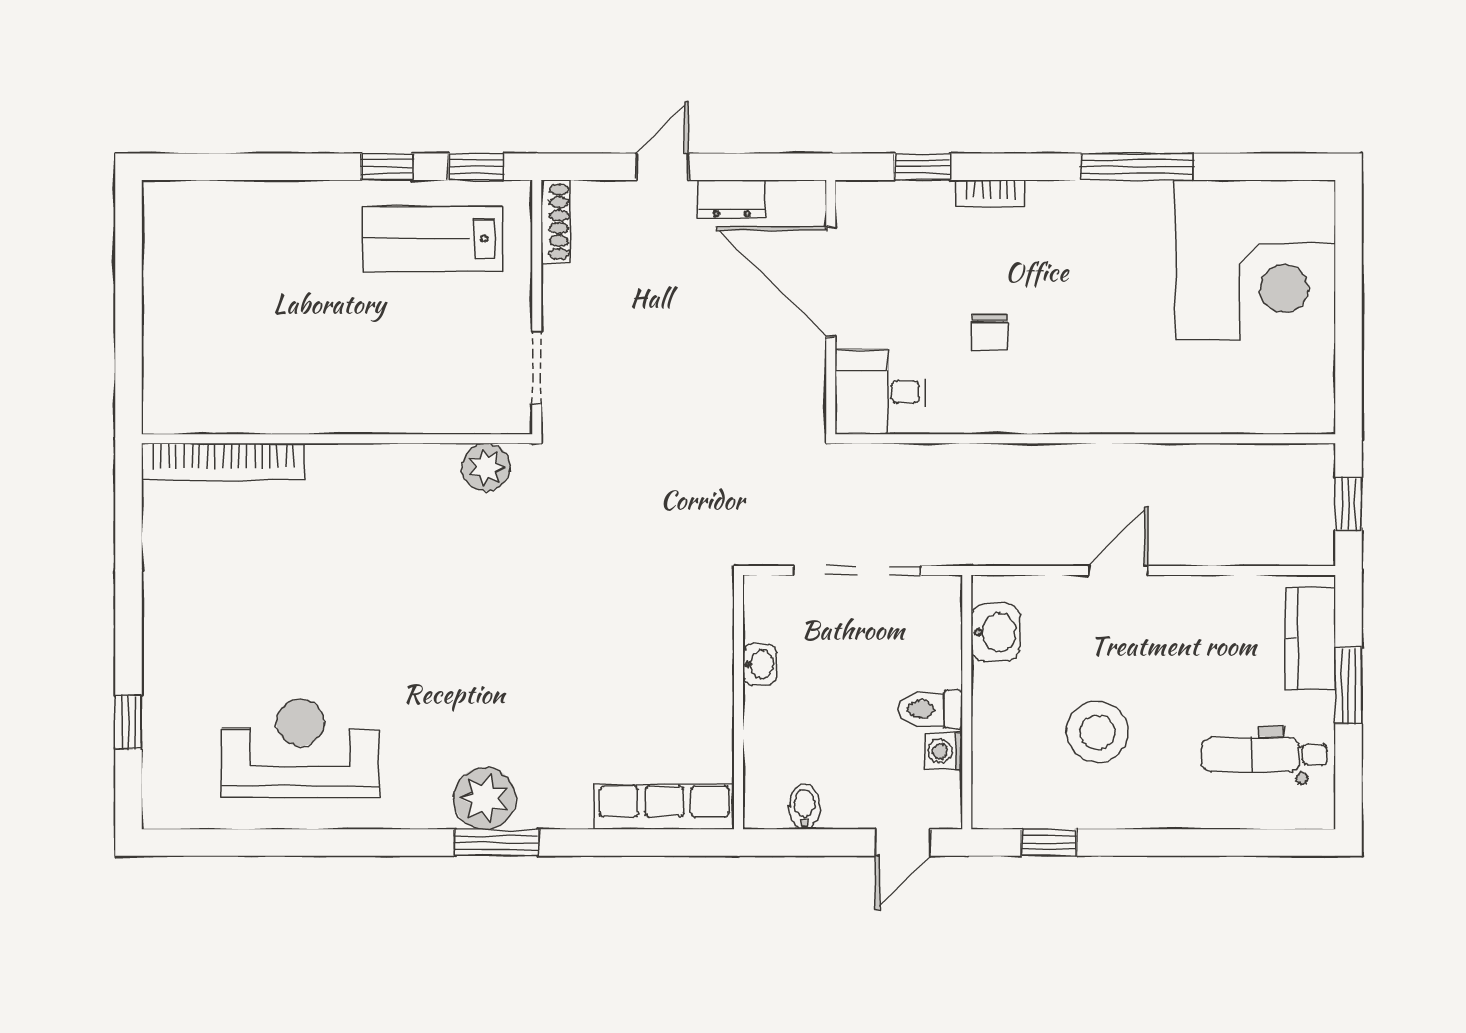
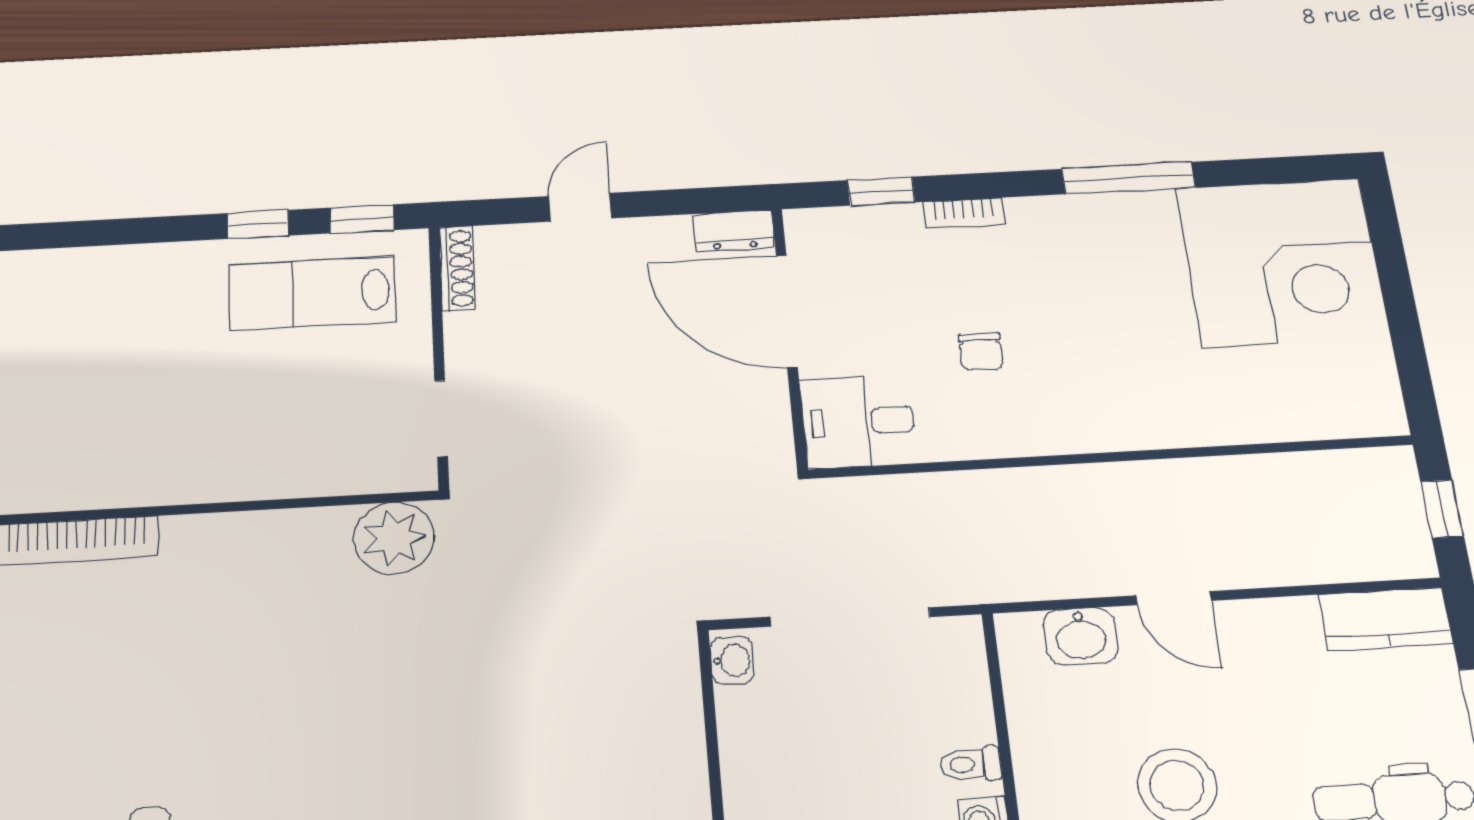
dresser: (732, 199) -> (734, 231), moved
plant: (486, 467) -> (394, 538), width x1.36, depth x1.36
door: (1118, 570) -> (1174, 598), swing flipped
washbasin: (996, 632) -> (1081, 636), moved, turned 90
kitchen counter: (1310, 639) -> (1386, 619), moved, turned -90
washbasin: (760, 664) -> (732, 660), moved
toilet: (930, 709) -> (971, 764), width x0.73, depth x0.72

